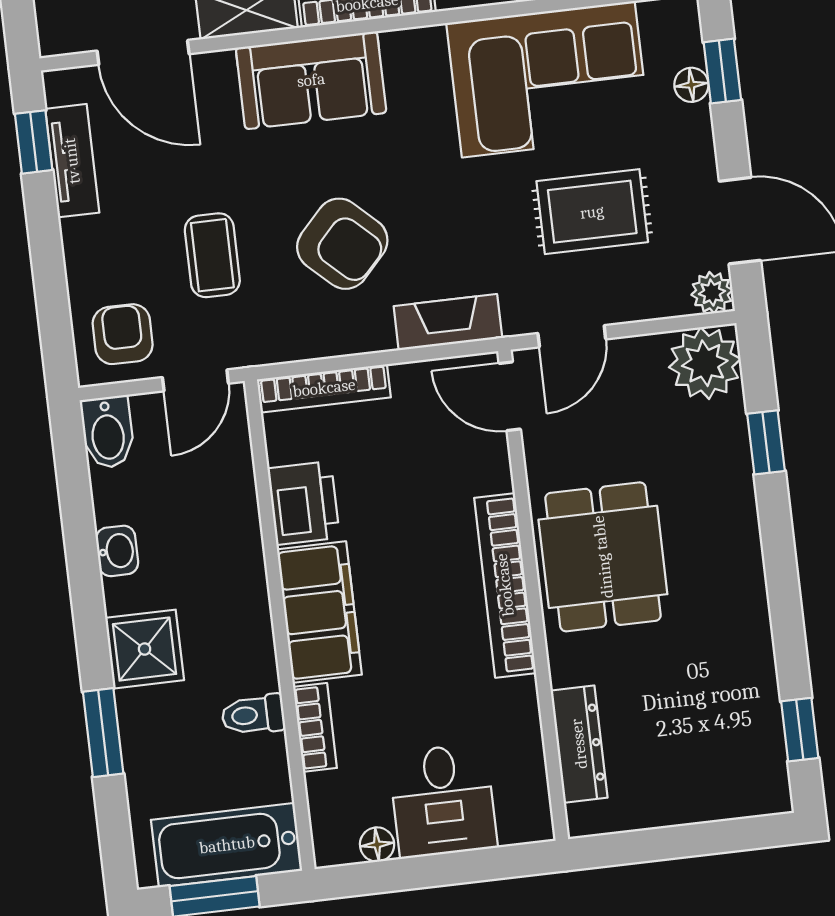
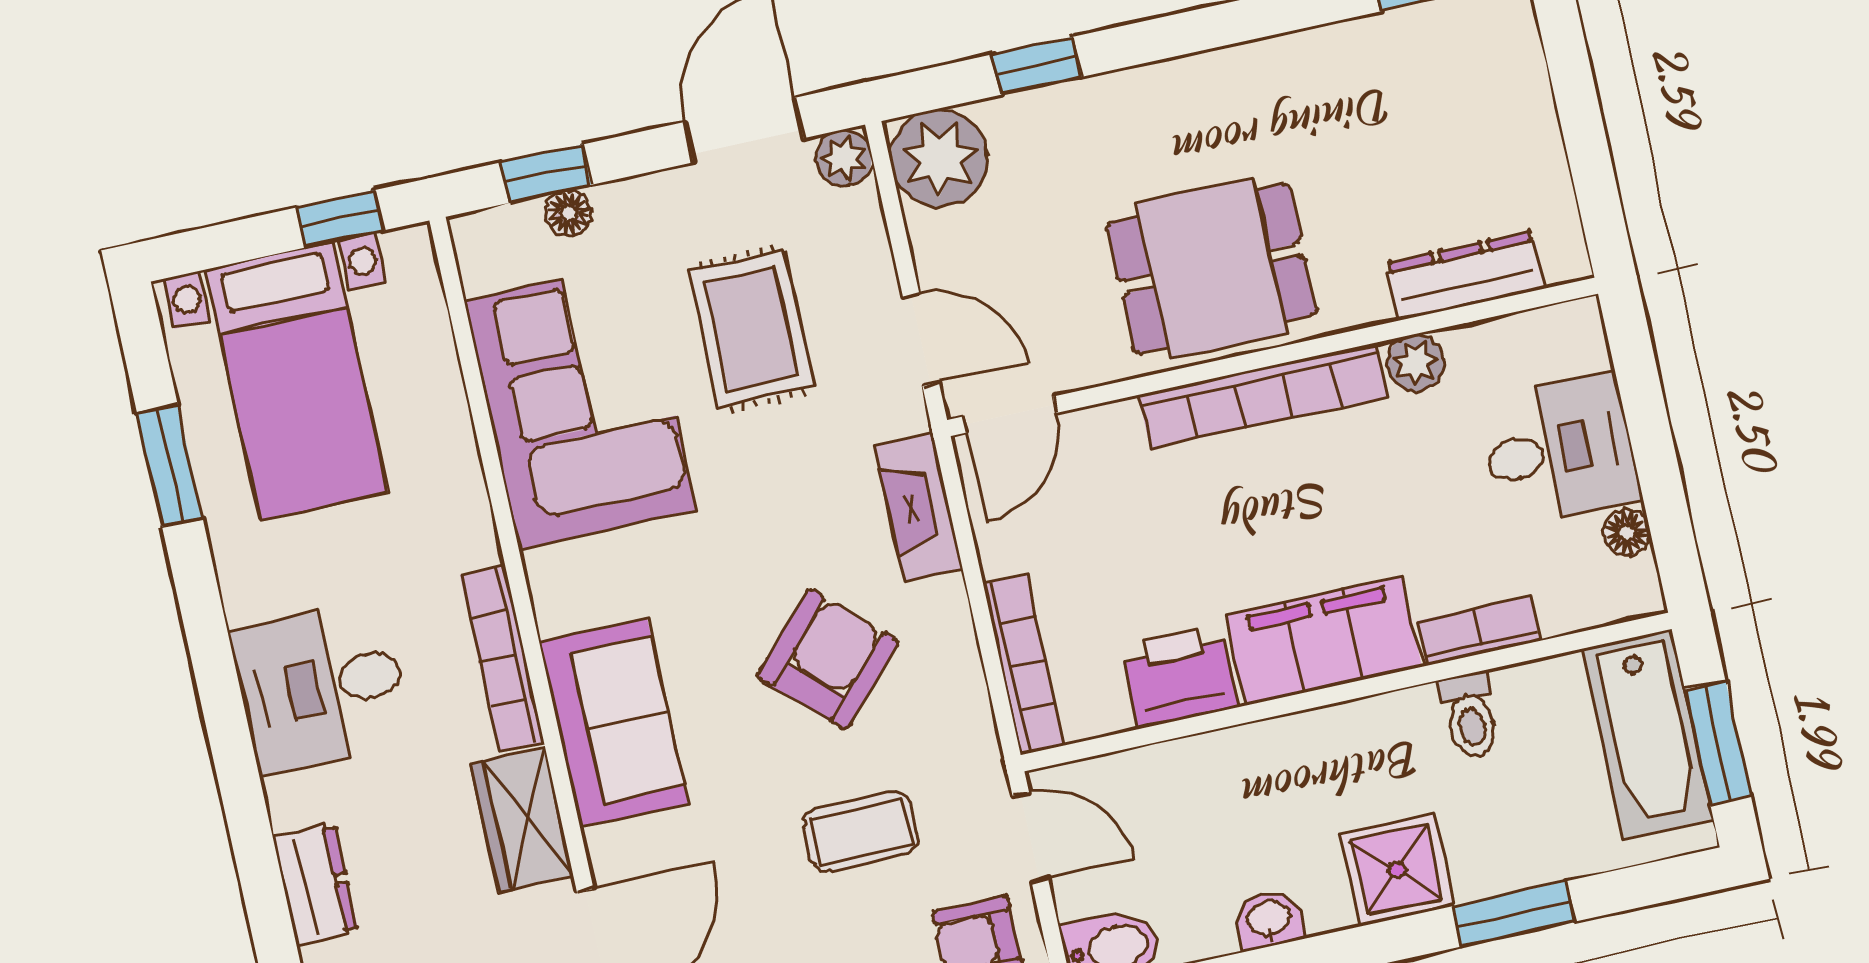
plant: (518, 700) -> (1415, 363), added

